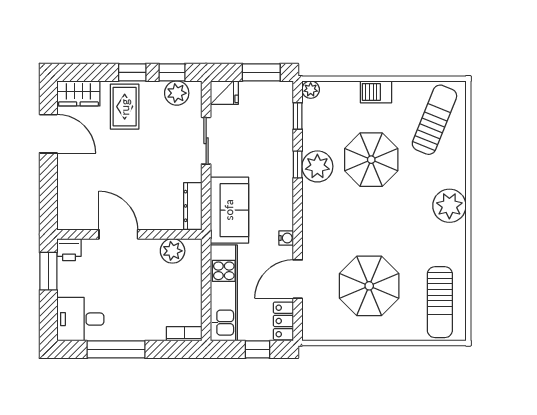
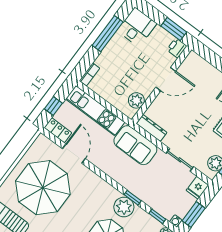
water cooler: (286, 238) -> (176, 221), moved
parasol: (369, 286) -> (43, 188), width x1.36, depth x1.36

